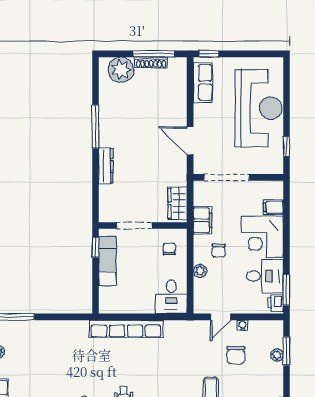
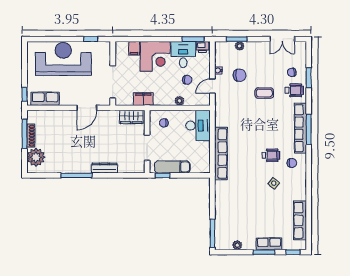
chair: (219, 251) -> (187, 80), moved
desk: (171, 297) -> (198, 126), width x1.37
door: (221, 317) -> (212, 86), swing flipped

